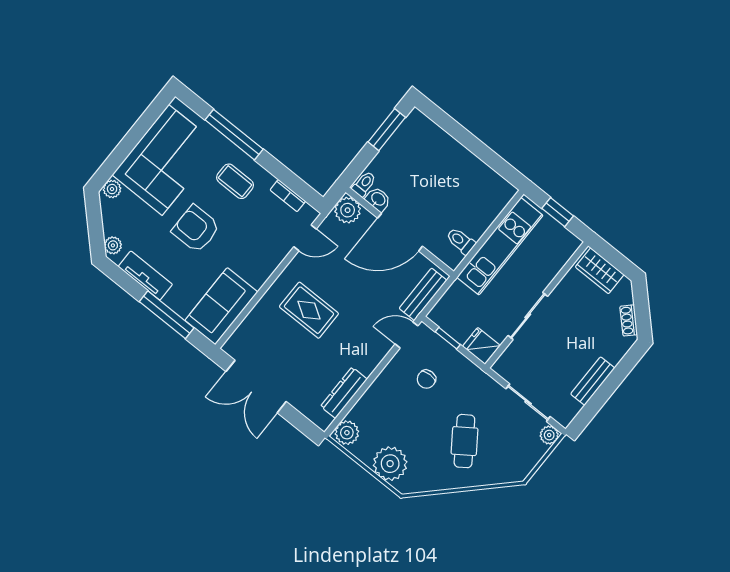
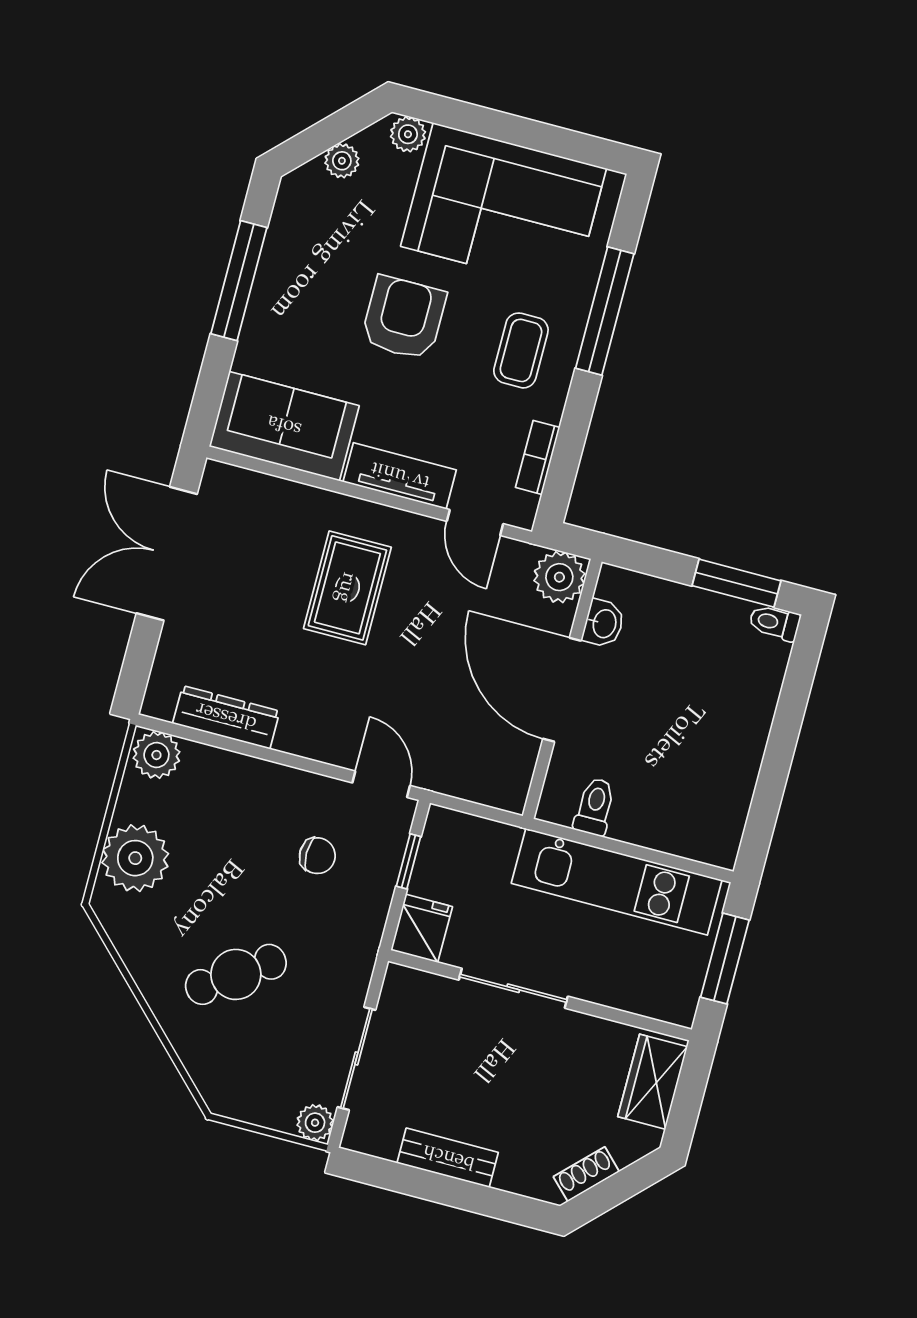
toilet: (364, 184) -> (775, 623), moved, turned 180
window: (558, 212) -> (725, 959), width x1.50
plant: (113, 245) -> (342, 161), moved
tv unit: (145, 275) -> (400, 476), moved, turned -90
bench: (423, 294) -> (468, 781), removed
window: (167, 315) -> (239, 281), moved
chair: (426, 379) -> (317, 856), turned 180

